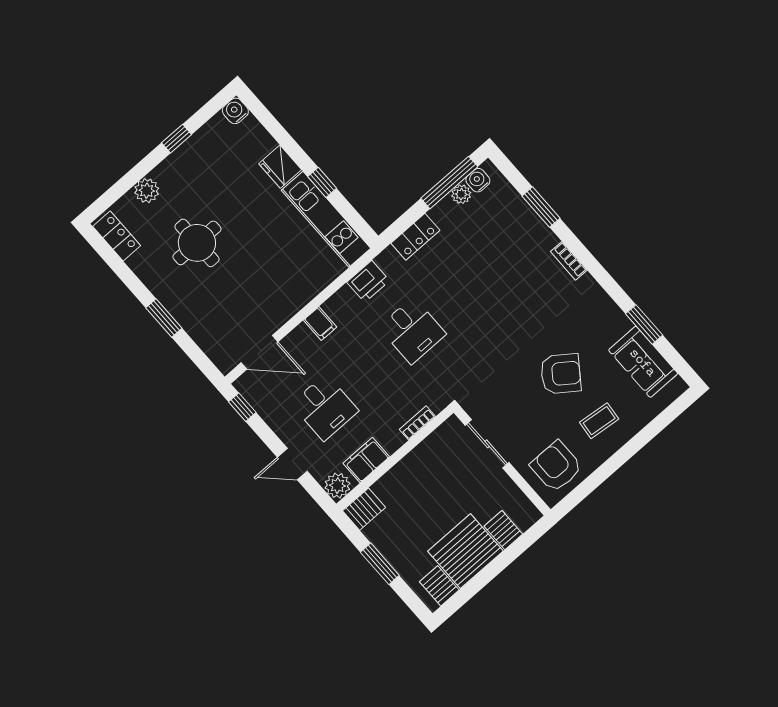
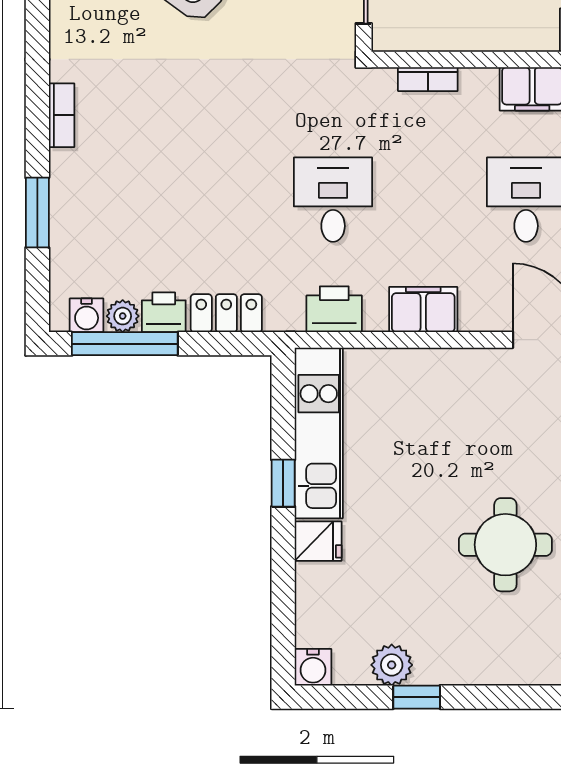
fridge: (280, 167) -> (318, 541), width x0.72
plant: (147, 191) -> (392, 665), moved
printer: (444, 212) -> (164, 312), added
filing cabinet: (320, 324) -> (423, 309), width x2.00

